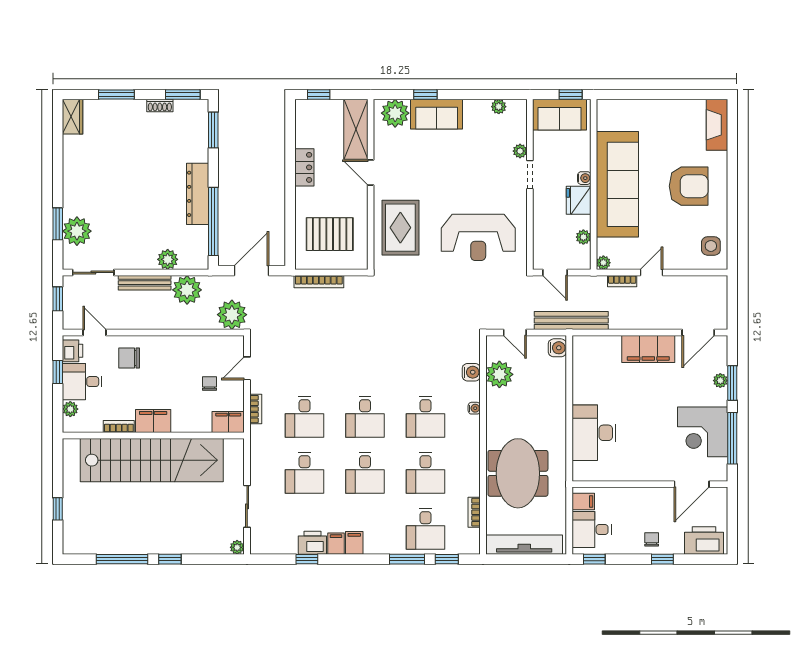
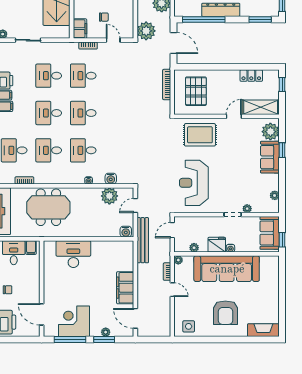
locker: (304, 167) -> (251, 76), moved

